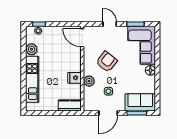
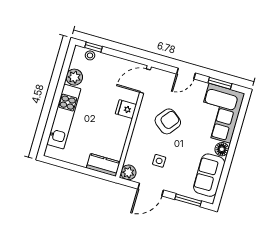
door: (110, 24) -> (186, 74), swing flipped
door: (82, 38) -> (145, 81), hinge flipped
fridge: (74, 78) -> (126, 109), moved
plant: (89, 81) -> (128, 172), moved
sofa: (140, 102) -> (209, 175), moved, turned -90

